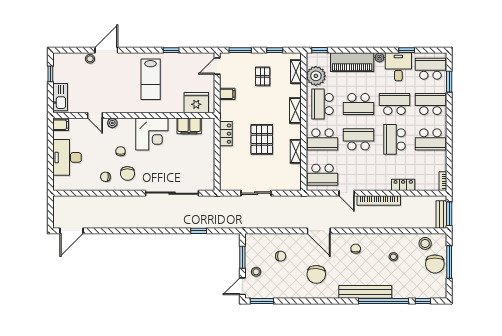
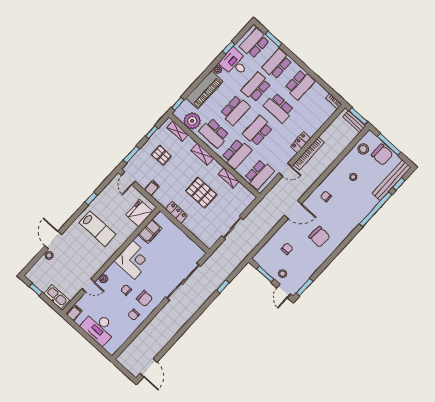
locker: (403, 185) -> (300, 142), moved
bench: (365, 292) -> (392, 180), moved

